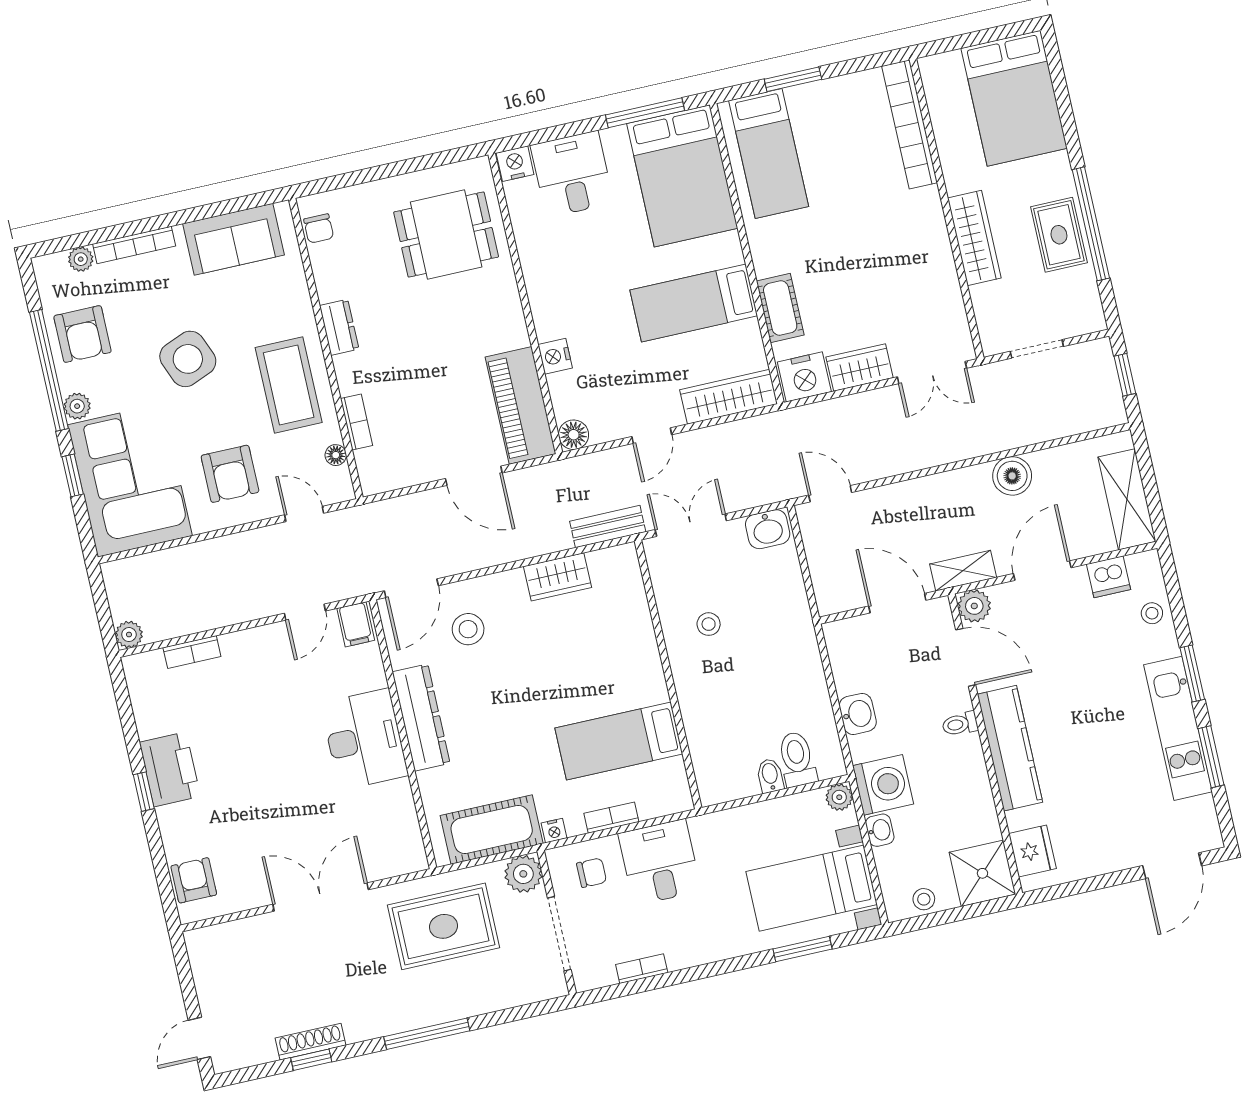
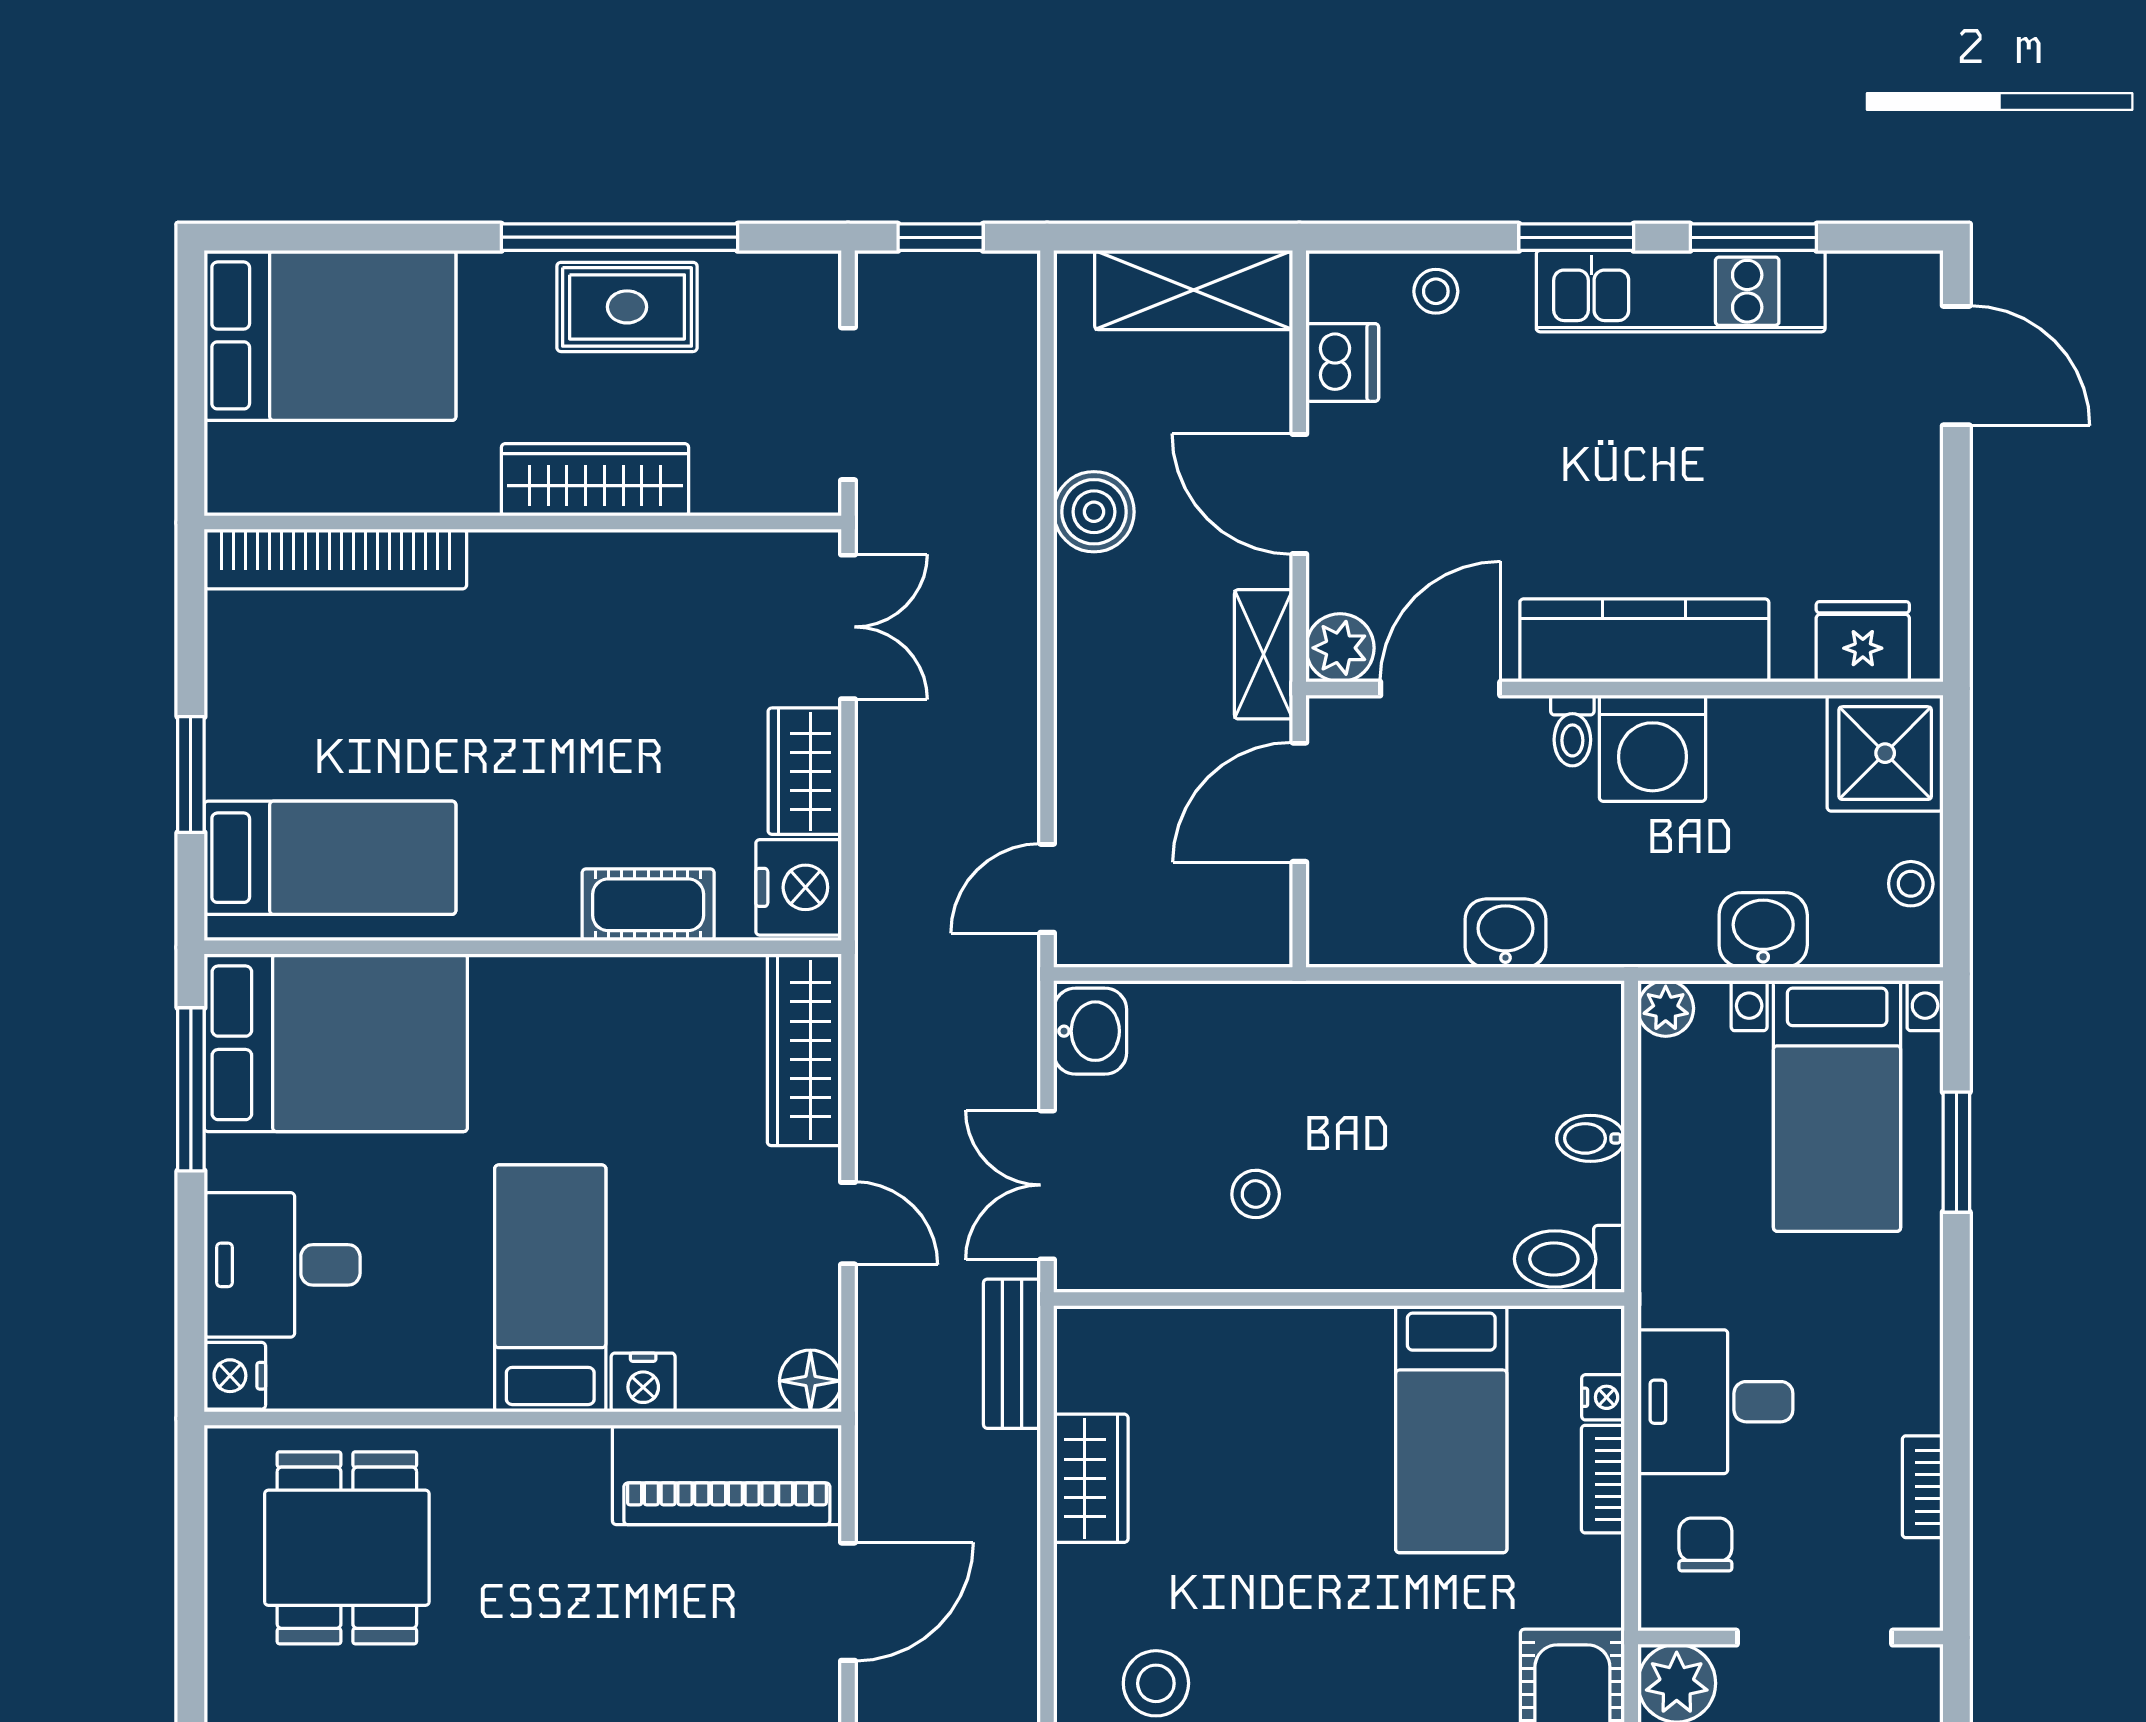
bed: (694, 303) -> (550, 1288), moved, turned 180
doorway: (1037, 349) -> (848, 404), width x1.38
toilet: (797, 759) -> (1569, 1259), moved
washing machine: (883, 785) -> (1653, 748), moved, turned 180
washbasin: (880, 830) -> (1763, 930), width x1.38, depth x1.45
nightstand: (554, 831) -> (1603, 1397), moved

